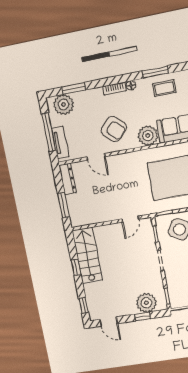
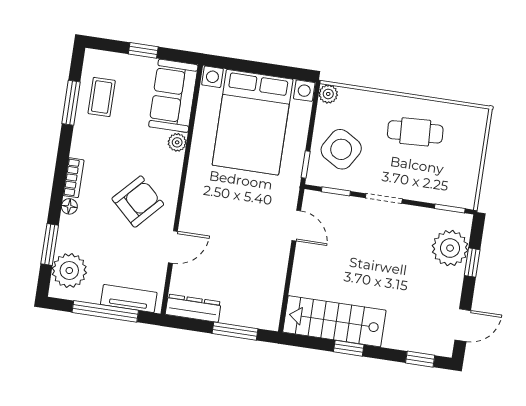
floor lamp: (131, 85) -> (69, 206), moved
plant: (148, 136) -> (177, 142), width x0.53, depth x0.53

